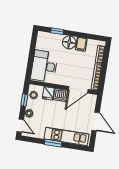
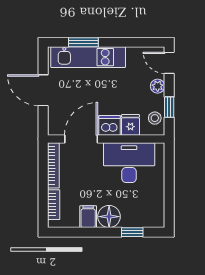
desk: (44, 66) -> (129, 163), moved, turned -90
window: (53, 143) -> (83, 42), moved

